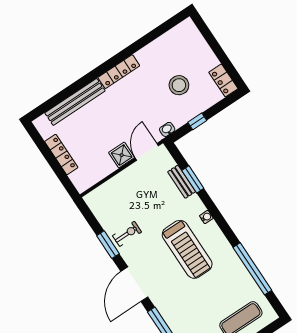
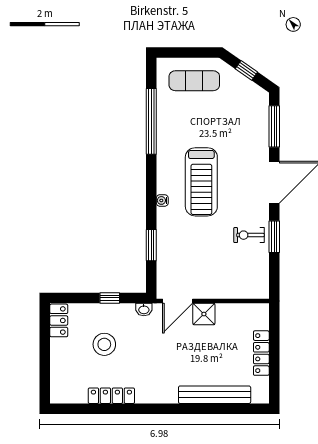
locker: (119, 72) -> (111, 396), moved
bench: (182, 182) -> (163, 250), removed
treadmill: (187, 249) -> (201, 182), turned 180

